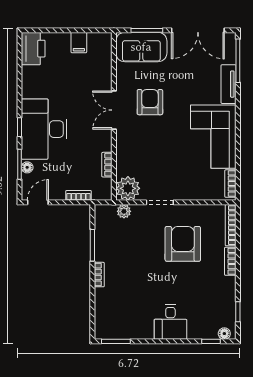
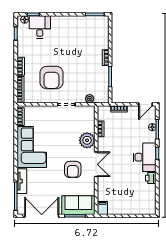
filing cabinet: (79, 43) -> (102, 208), moved
printer: (33, 49) -> (151, 178), moved, width x0.53, depth x0.68
desk: (44, 129) -> (145, 157), width x0.73, depth x0.77
plant: (128, 188) -> (87, 140), moved
desk: (170, 322) -> (40, 27), moved

